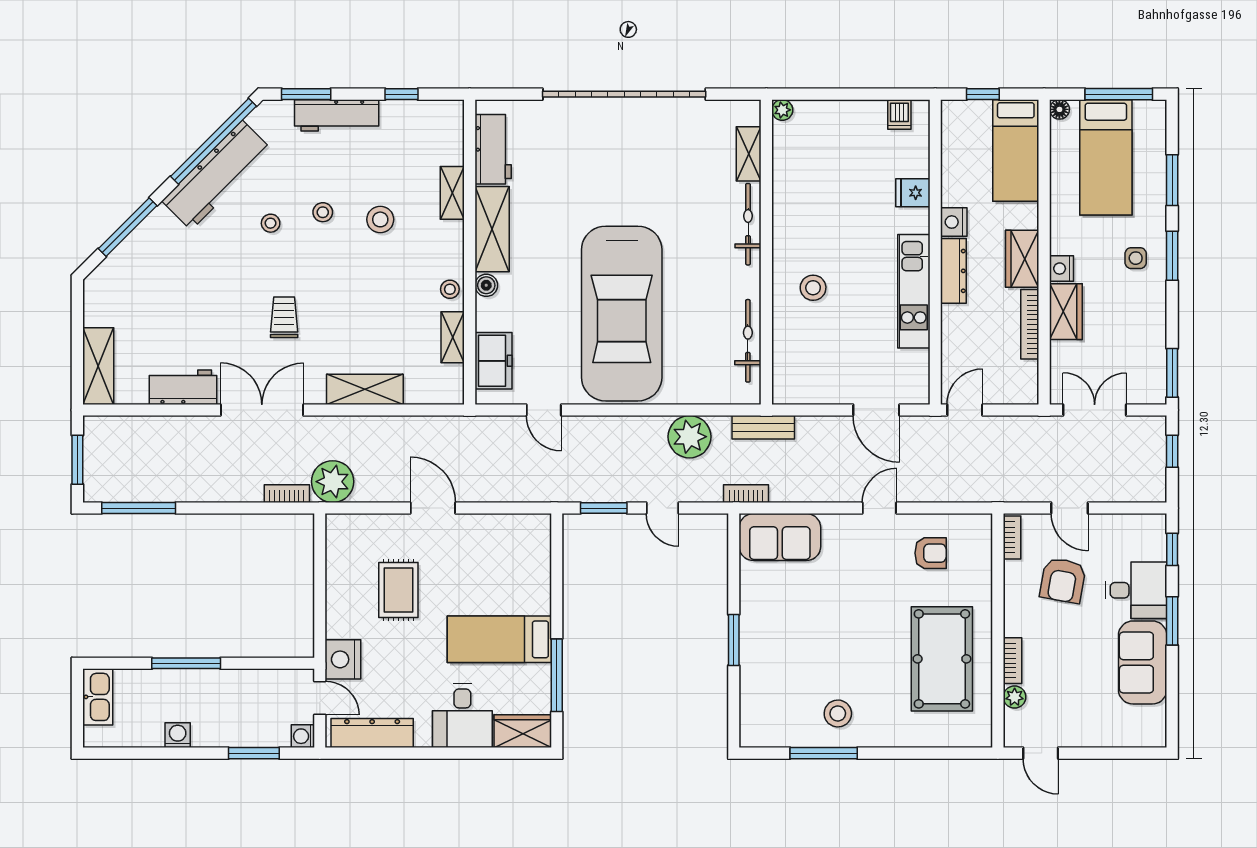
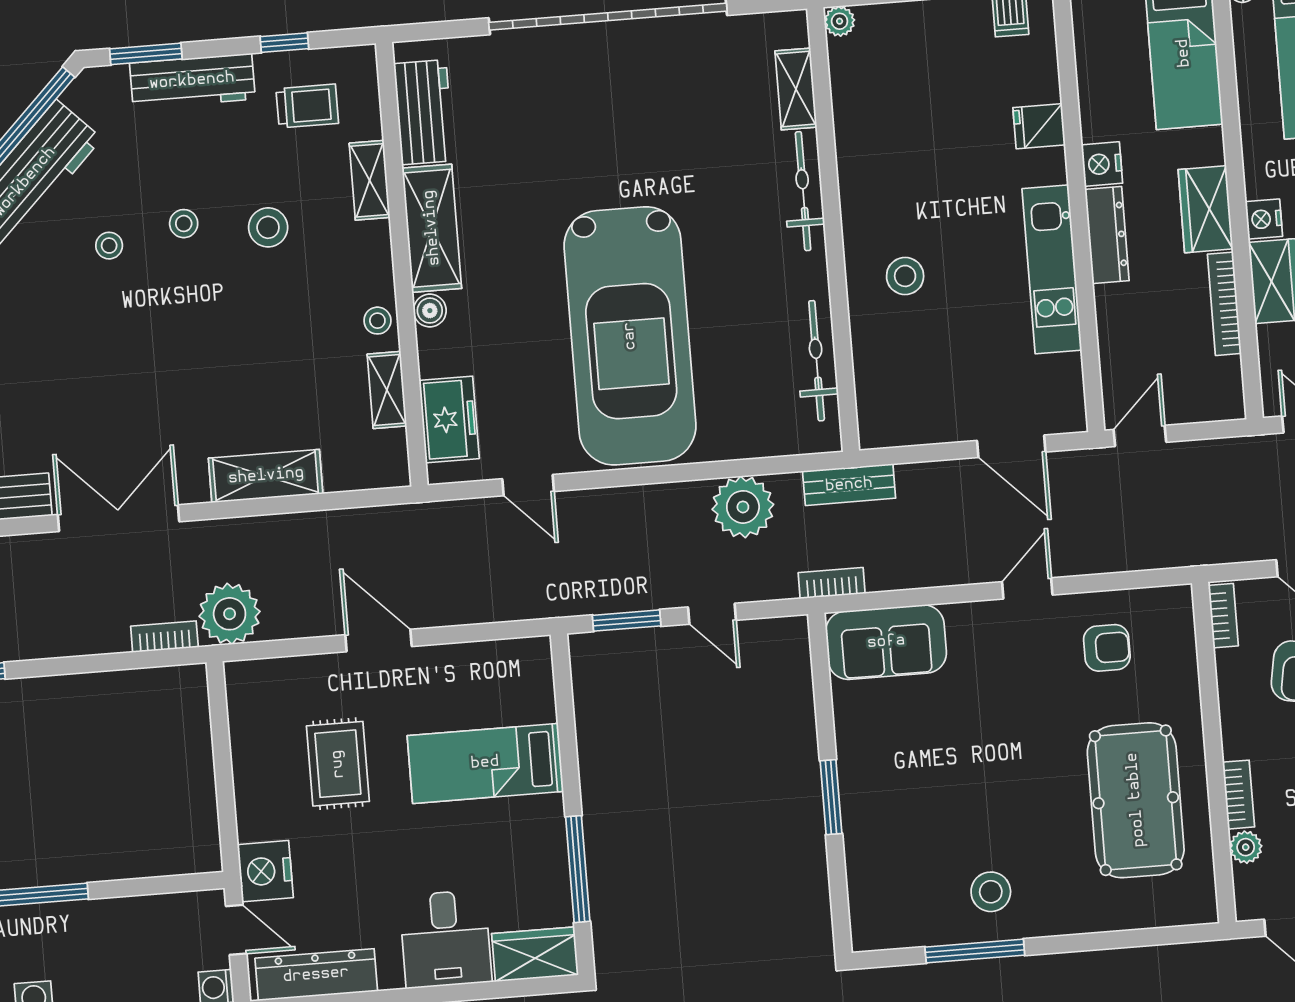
trolley: (284, 317) -> (307, 106), moved, turned 90
bed: (499, 639) -> (485, 763), moved

